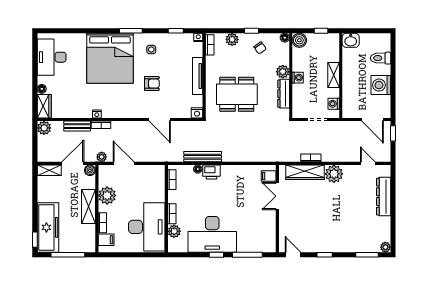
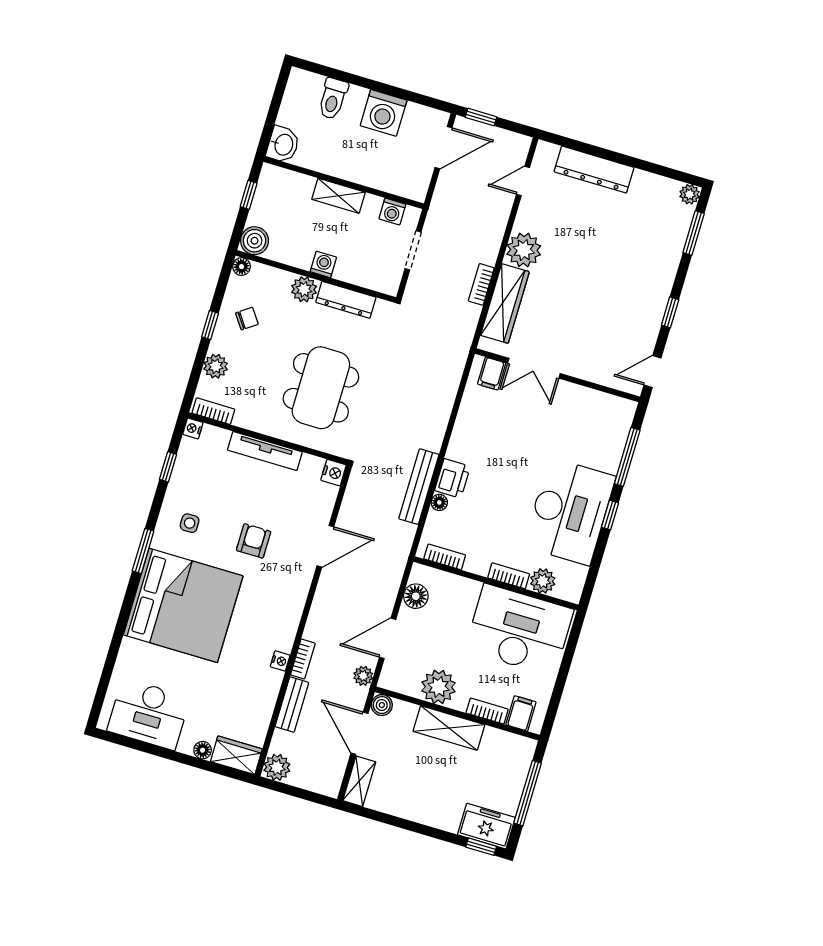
floor lamp: (148, 171) -> (416, 596), added
freezer: (48, 227) -> (486, 826), width x0.52, depth x0.79

